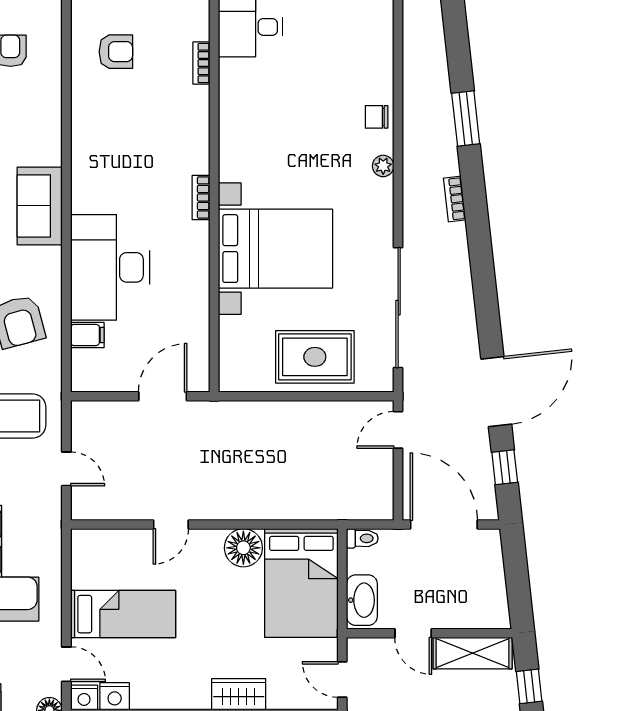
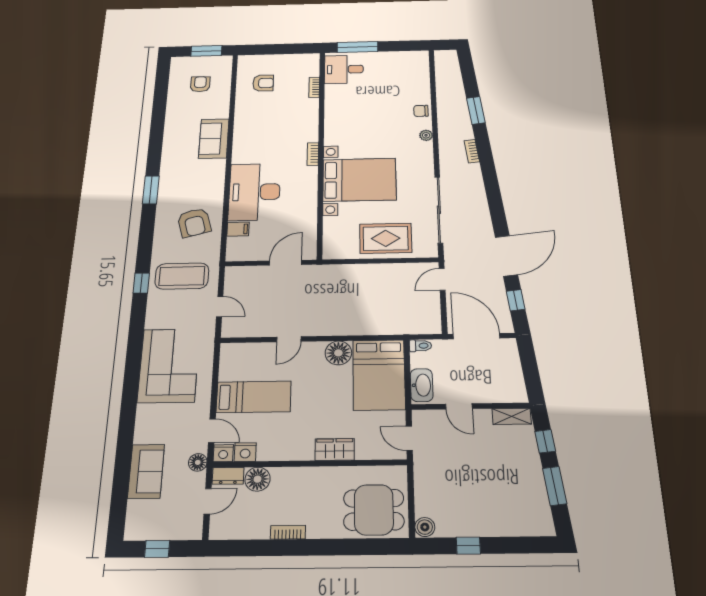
sofa: (40, 206) -> (214, 139), moved
shelving: (473, 653) -> (512, 416), width x0.67, depth x0.75

